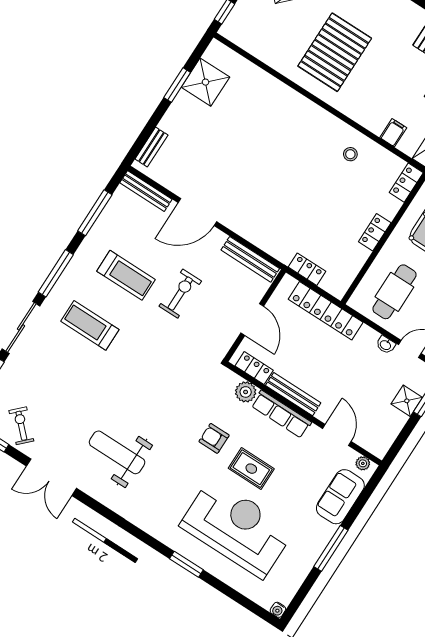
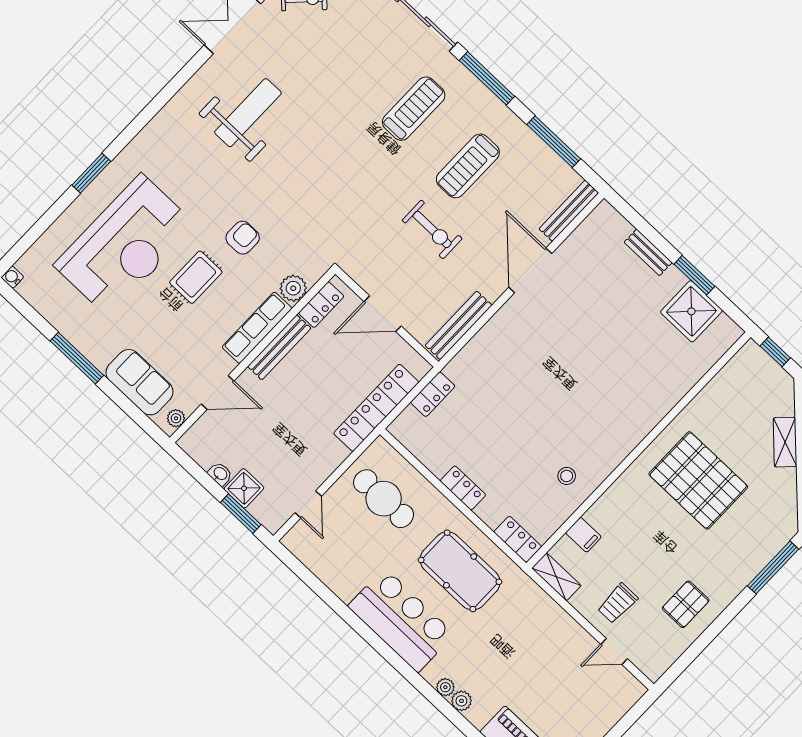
bench: (151, 147) -> (648, 252), moved
washbasin: (386, 345) -> (220, 474), moved, turned 90

